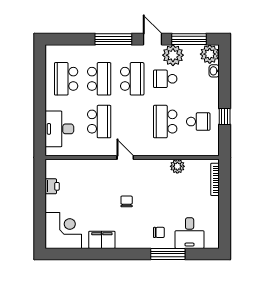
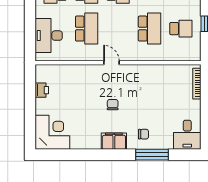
school desk: (165, 122) -> (149, 29), turned 180
plant: (177, 166) -> (161, 71), removed
desk: (190, 233) -> (187, 135), moved
filing cabinet: (102, 240) -> (114, 141), moved

